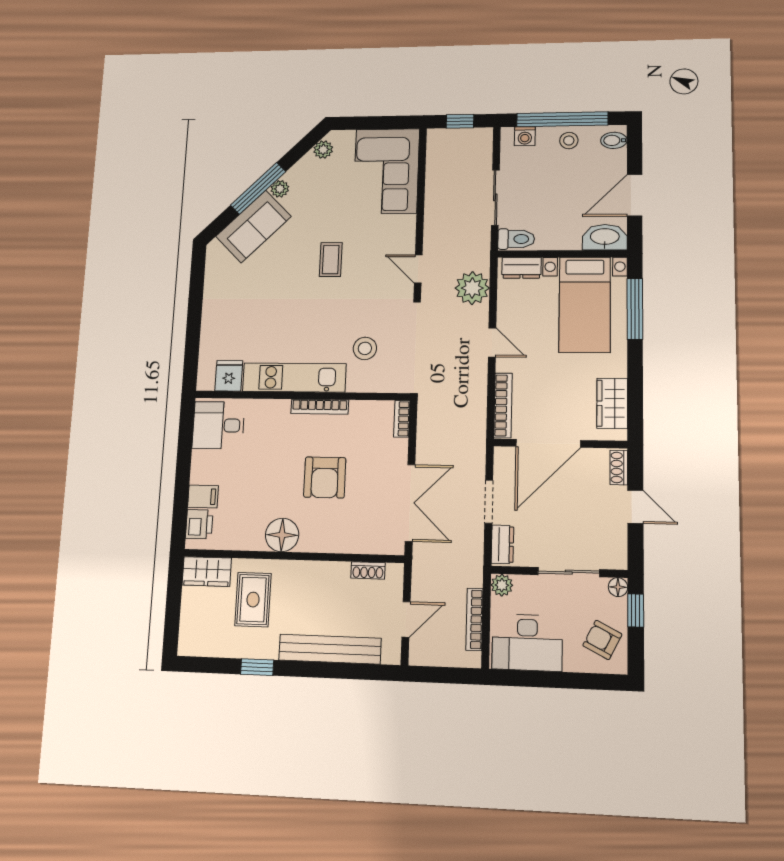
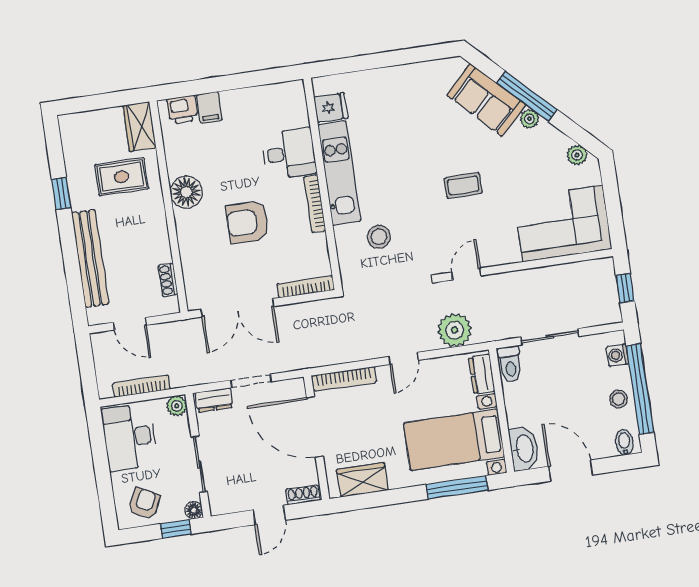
bookcase: (402, 419) -> (306, 287), width x1.56
desk: (218, 425) -> (289, 154), moved, turned 90

